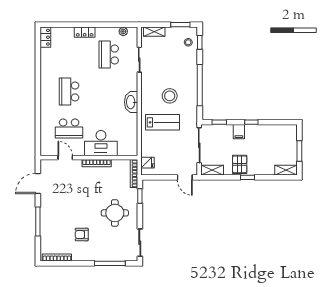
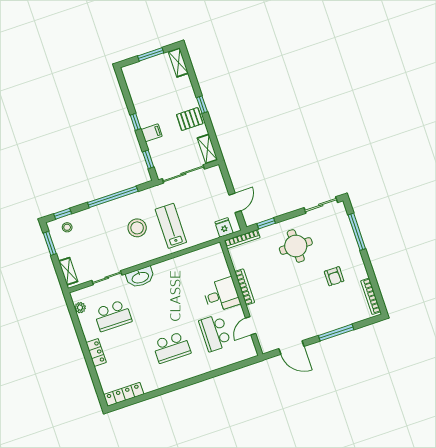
locker: (45, 37) -> (124, 394), width x1.53
washbasin: (131, 102) -> (140, 277), moved
school desk: (69, 128) -> (215, 333), turned 180
desk: (101, 143) -> (221, 295), width x0.73
door: (185, 177) -> (235, 203), moved

